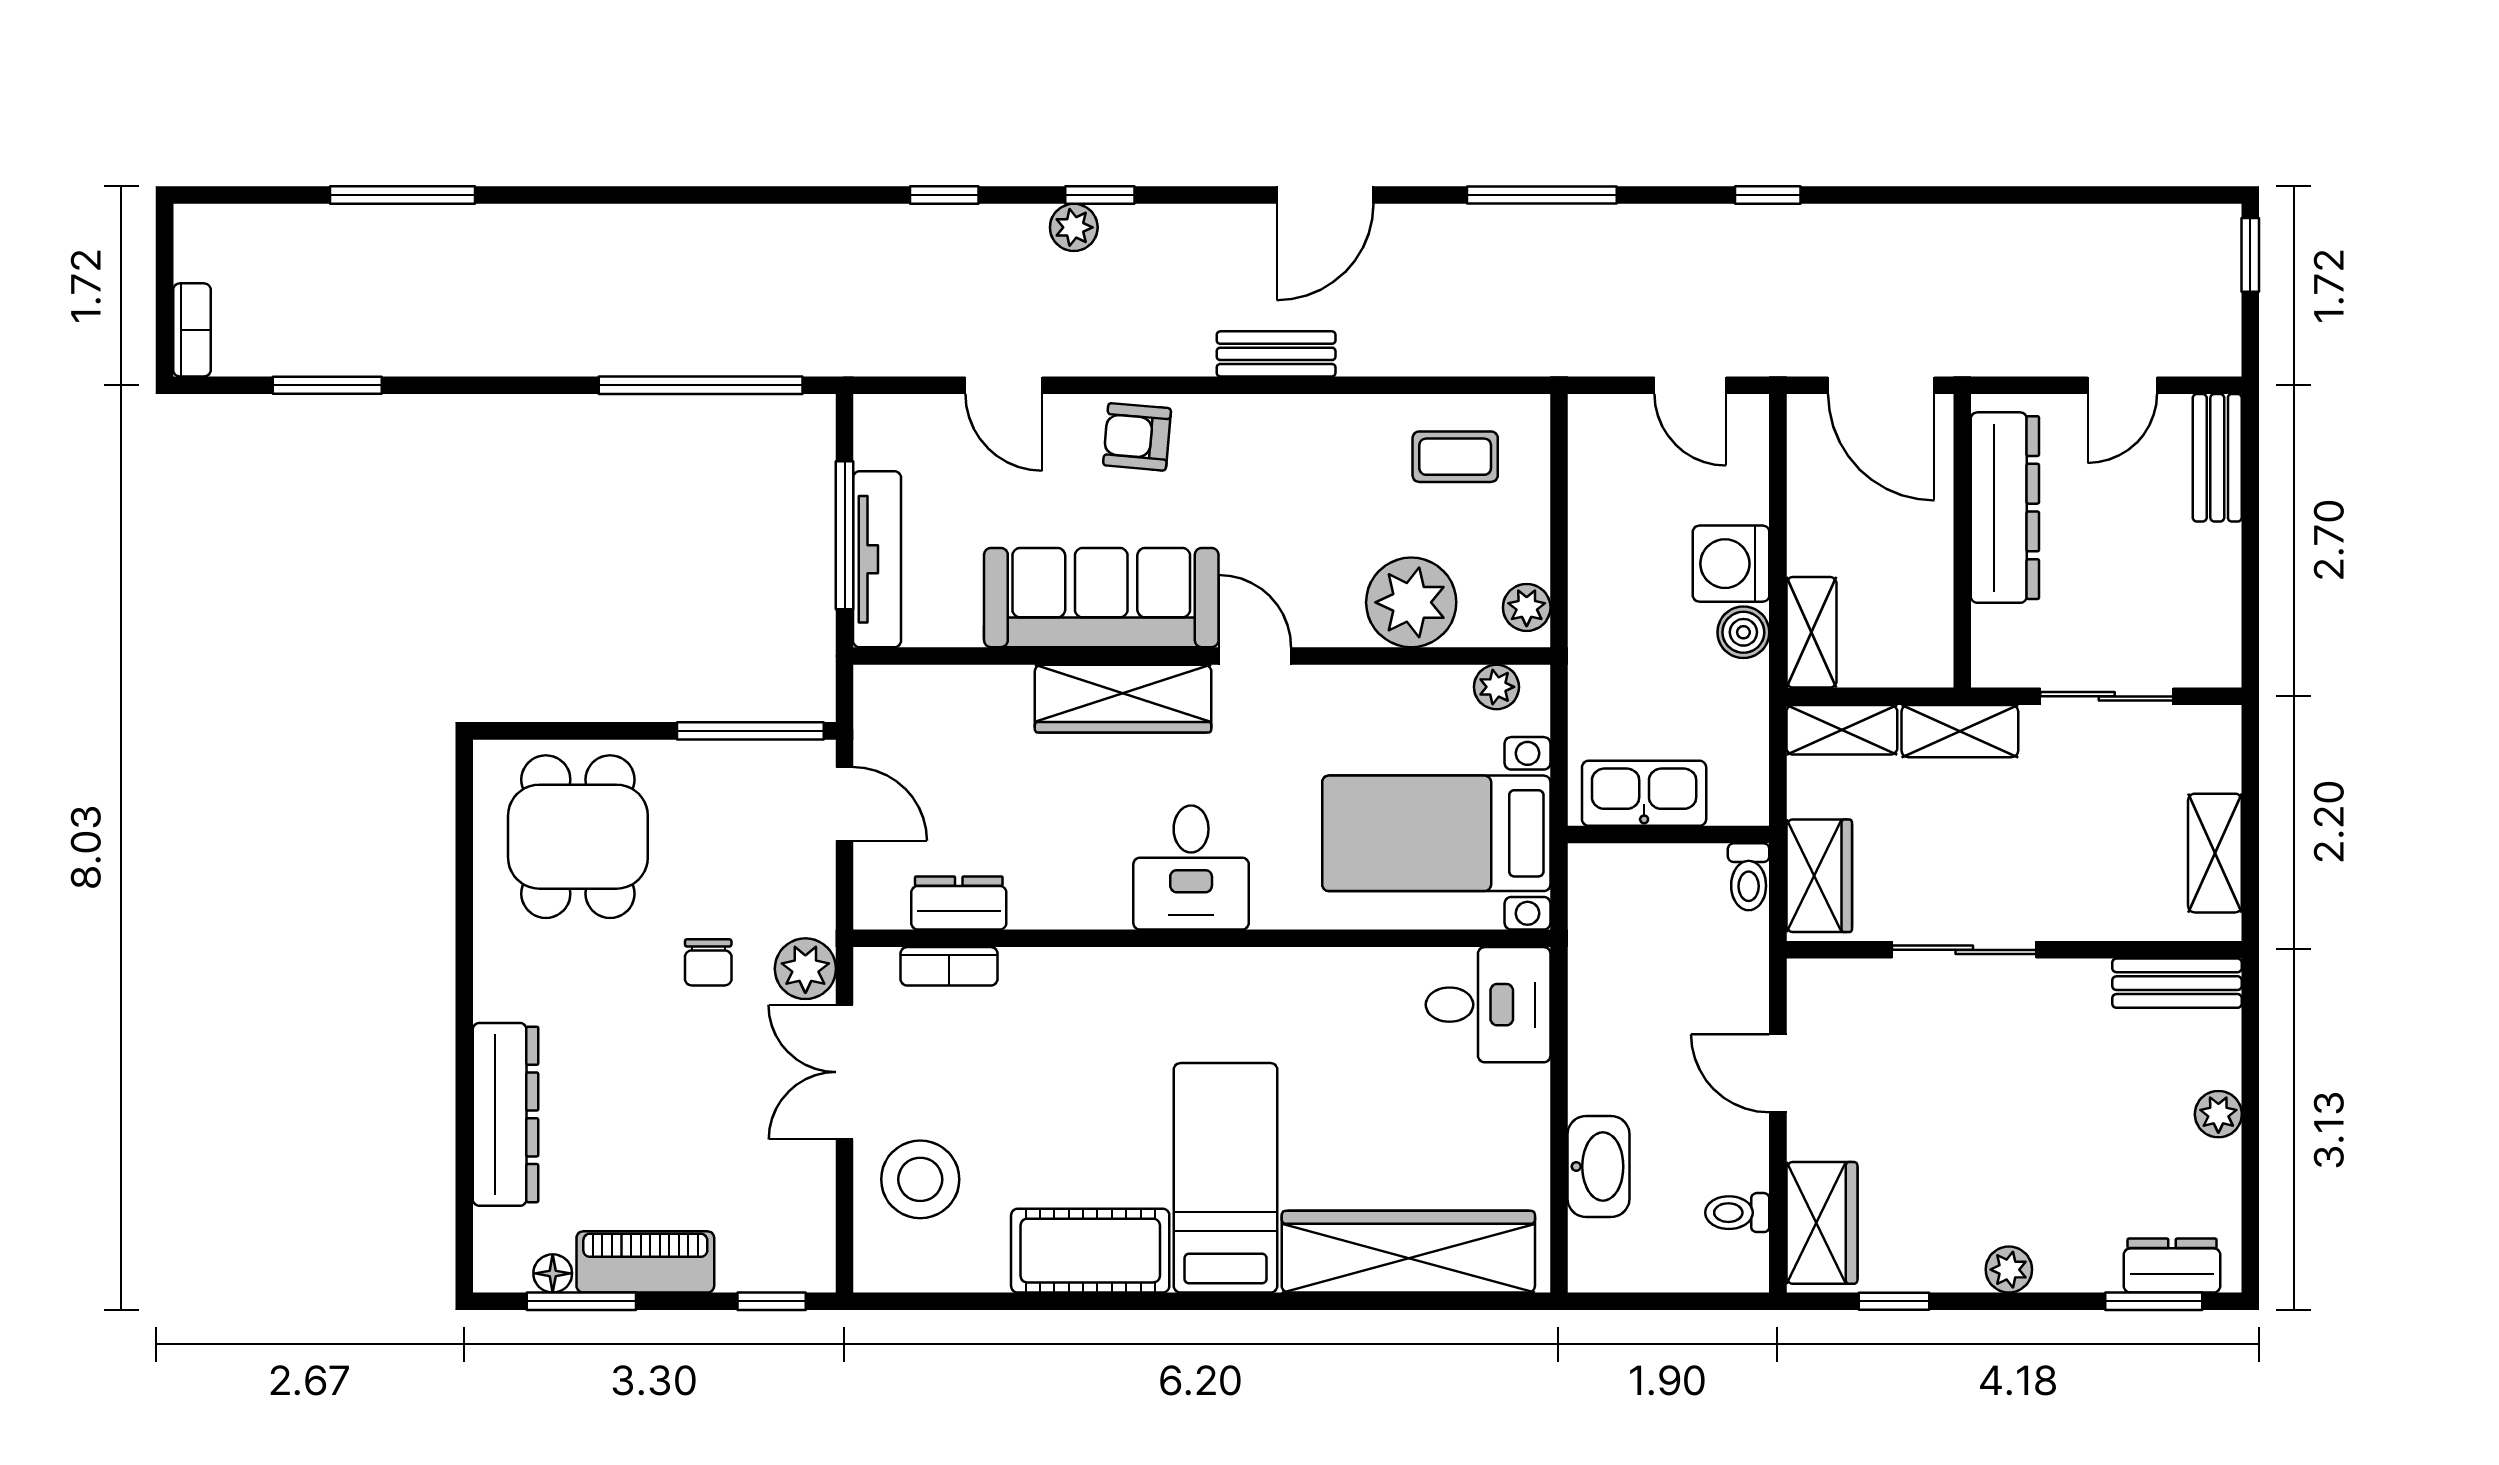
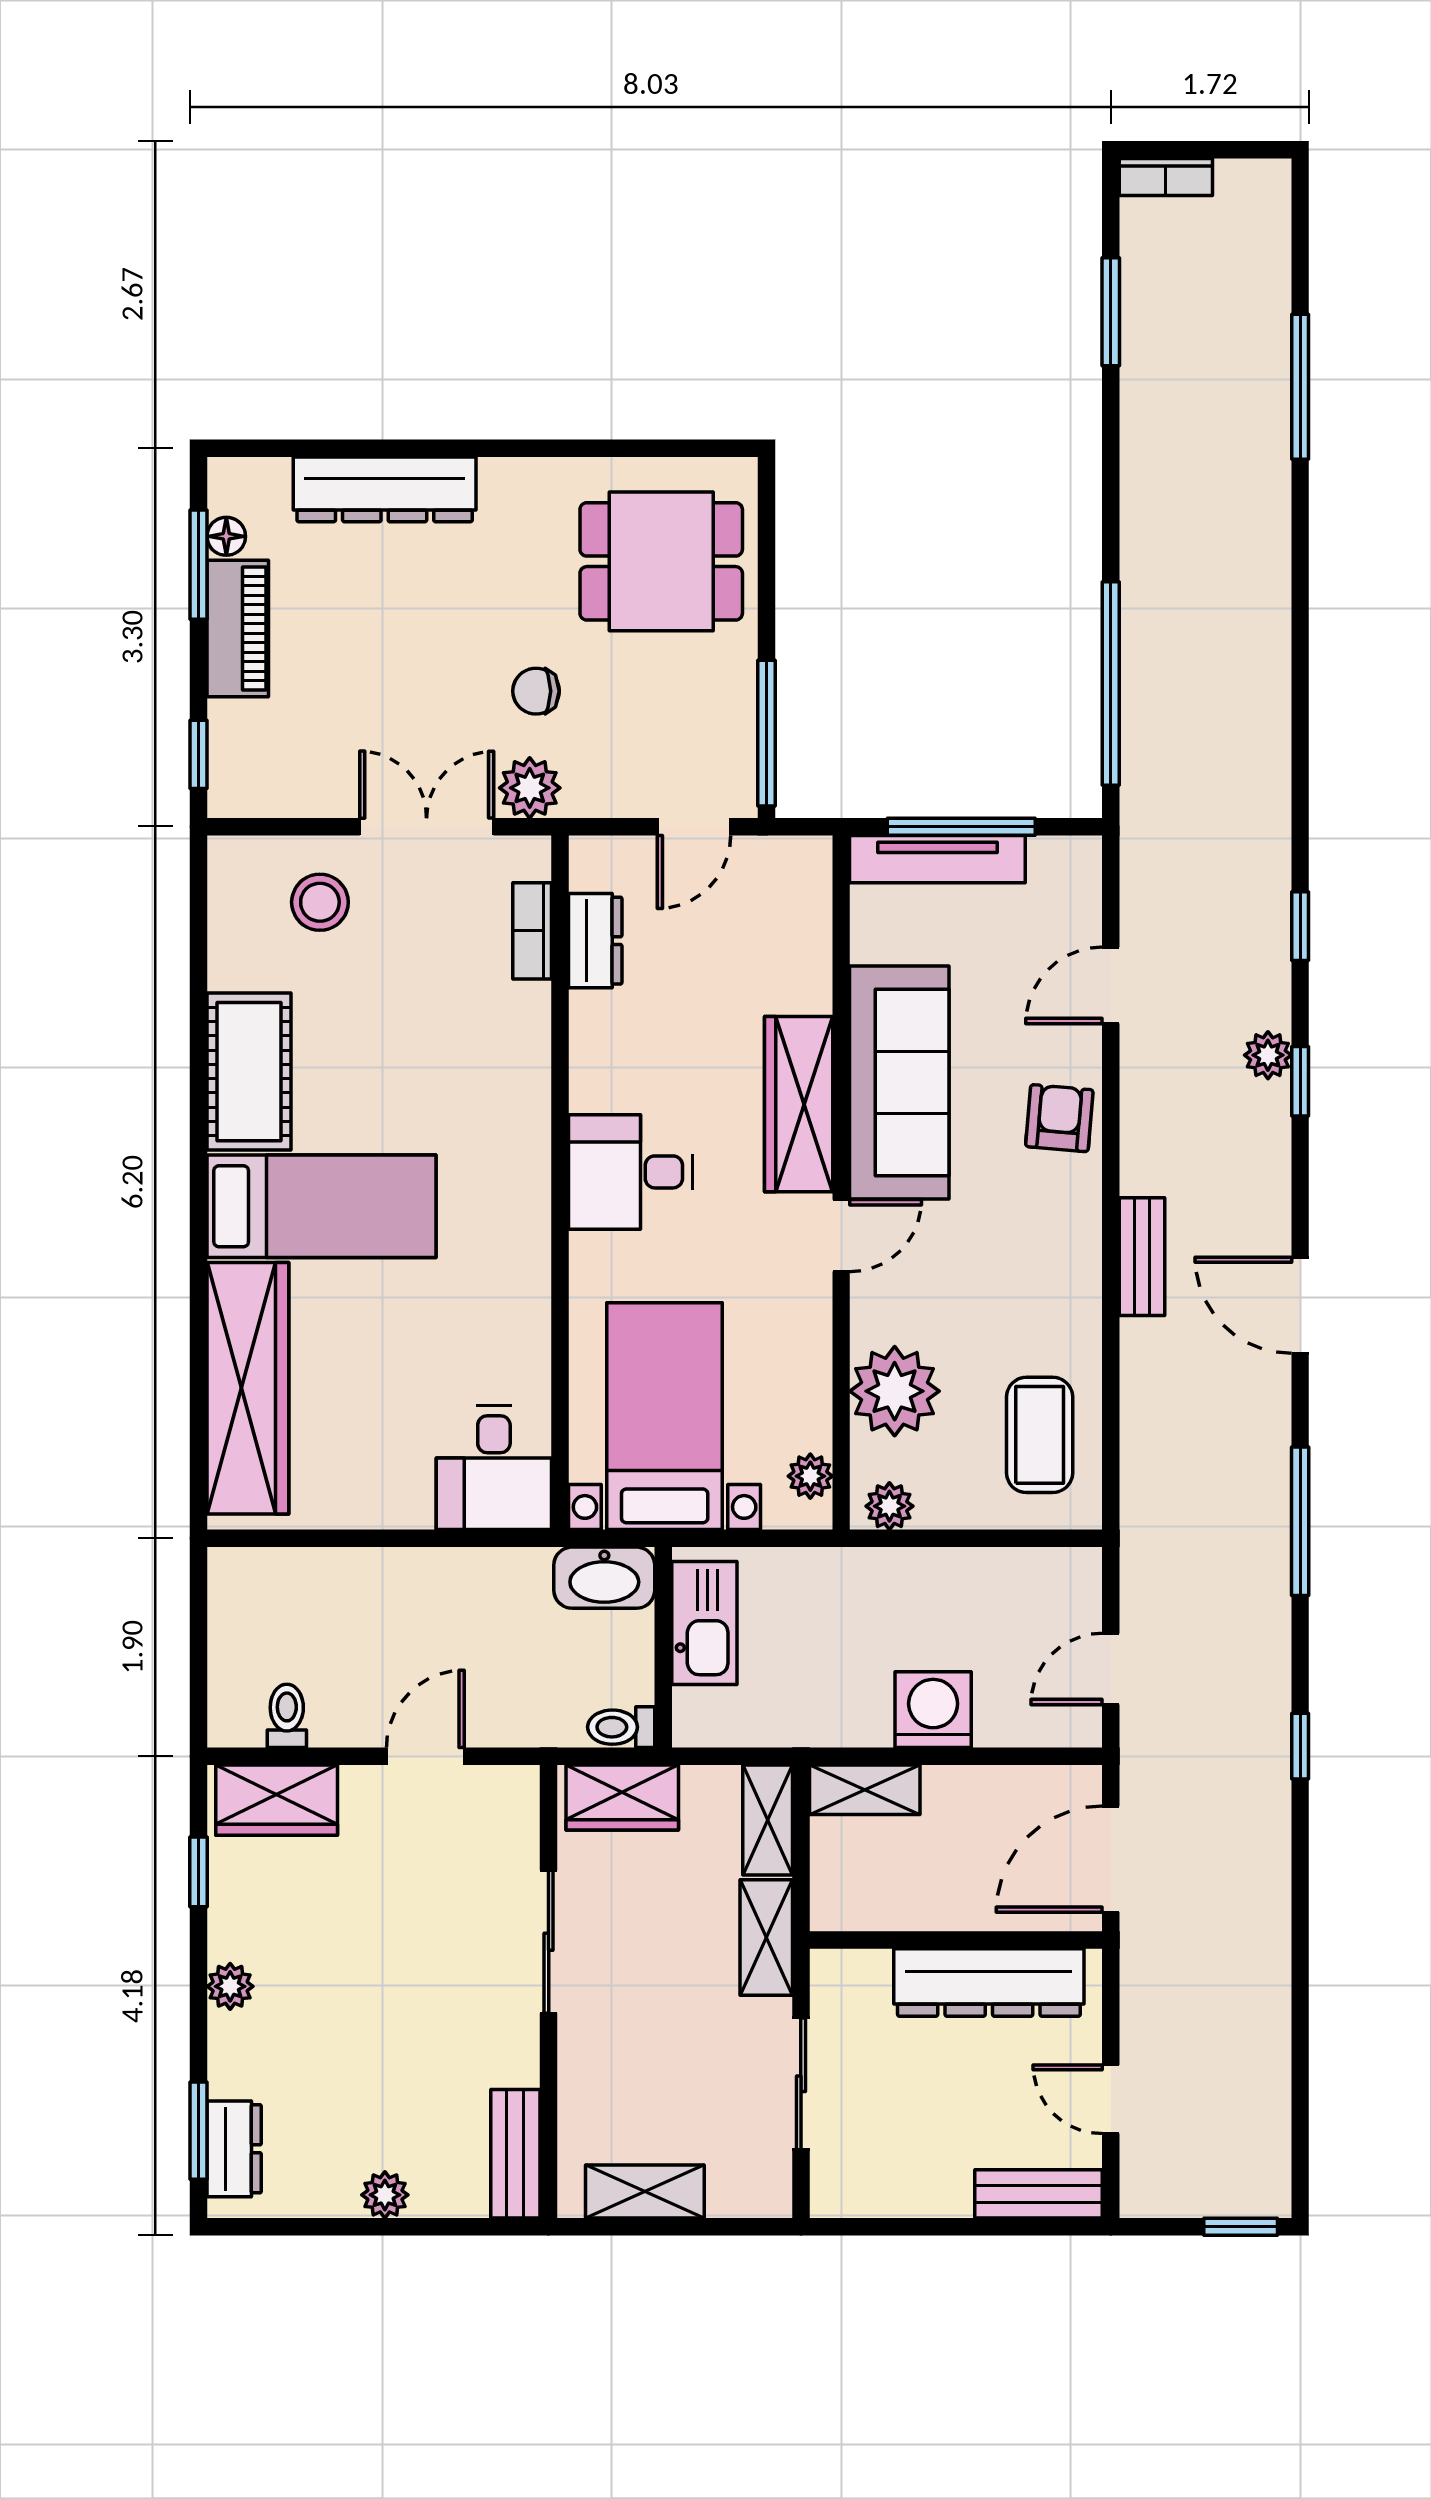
coffee table: (1455, 457) -> (1040, 1435), width x1.36, depth x1.30
boiler: (1743, 632) -> (865, 1722), removed
washbasin: (1599, 1166) -> (604, 1578), moved
stool: (920, 1179) -> (320, 902), width x0.73, depth x0.73

